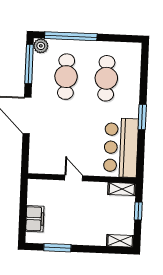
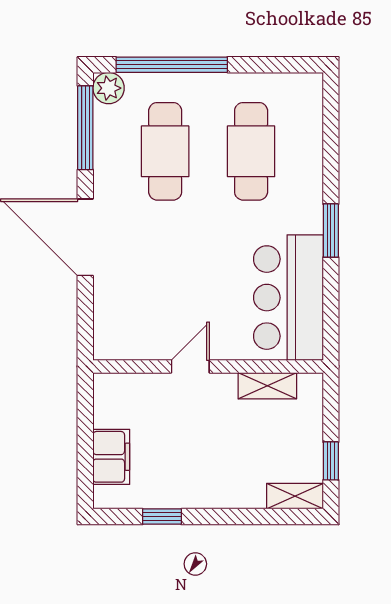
door: (74, 178) -> (190, 366), hinge flipped
shelving: (122, 189) -> (267, 386), moved
window: (138, 211) -> (331, 461), moved
window: (57, 248) -> (162, 517), width x0.67

